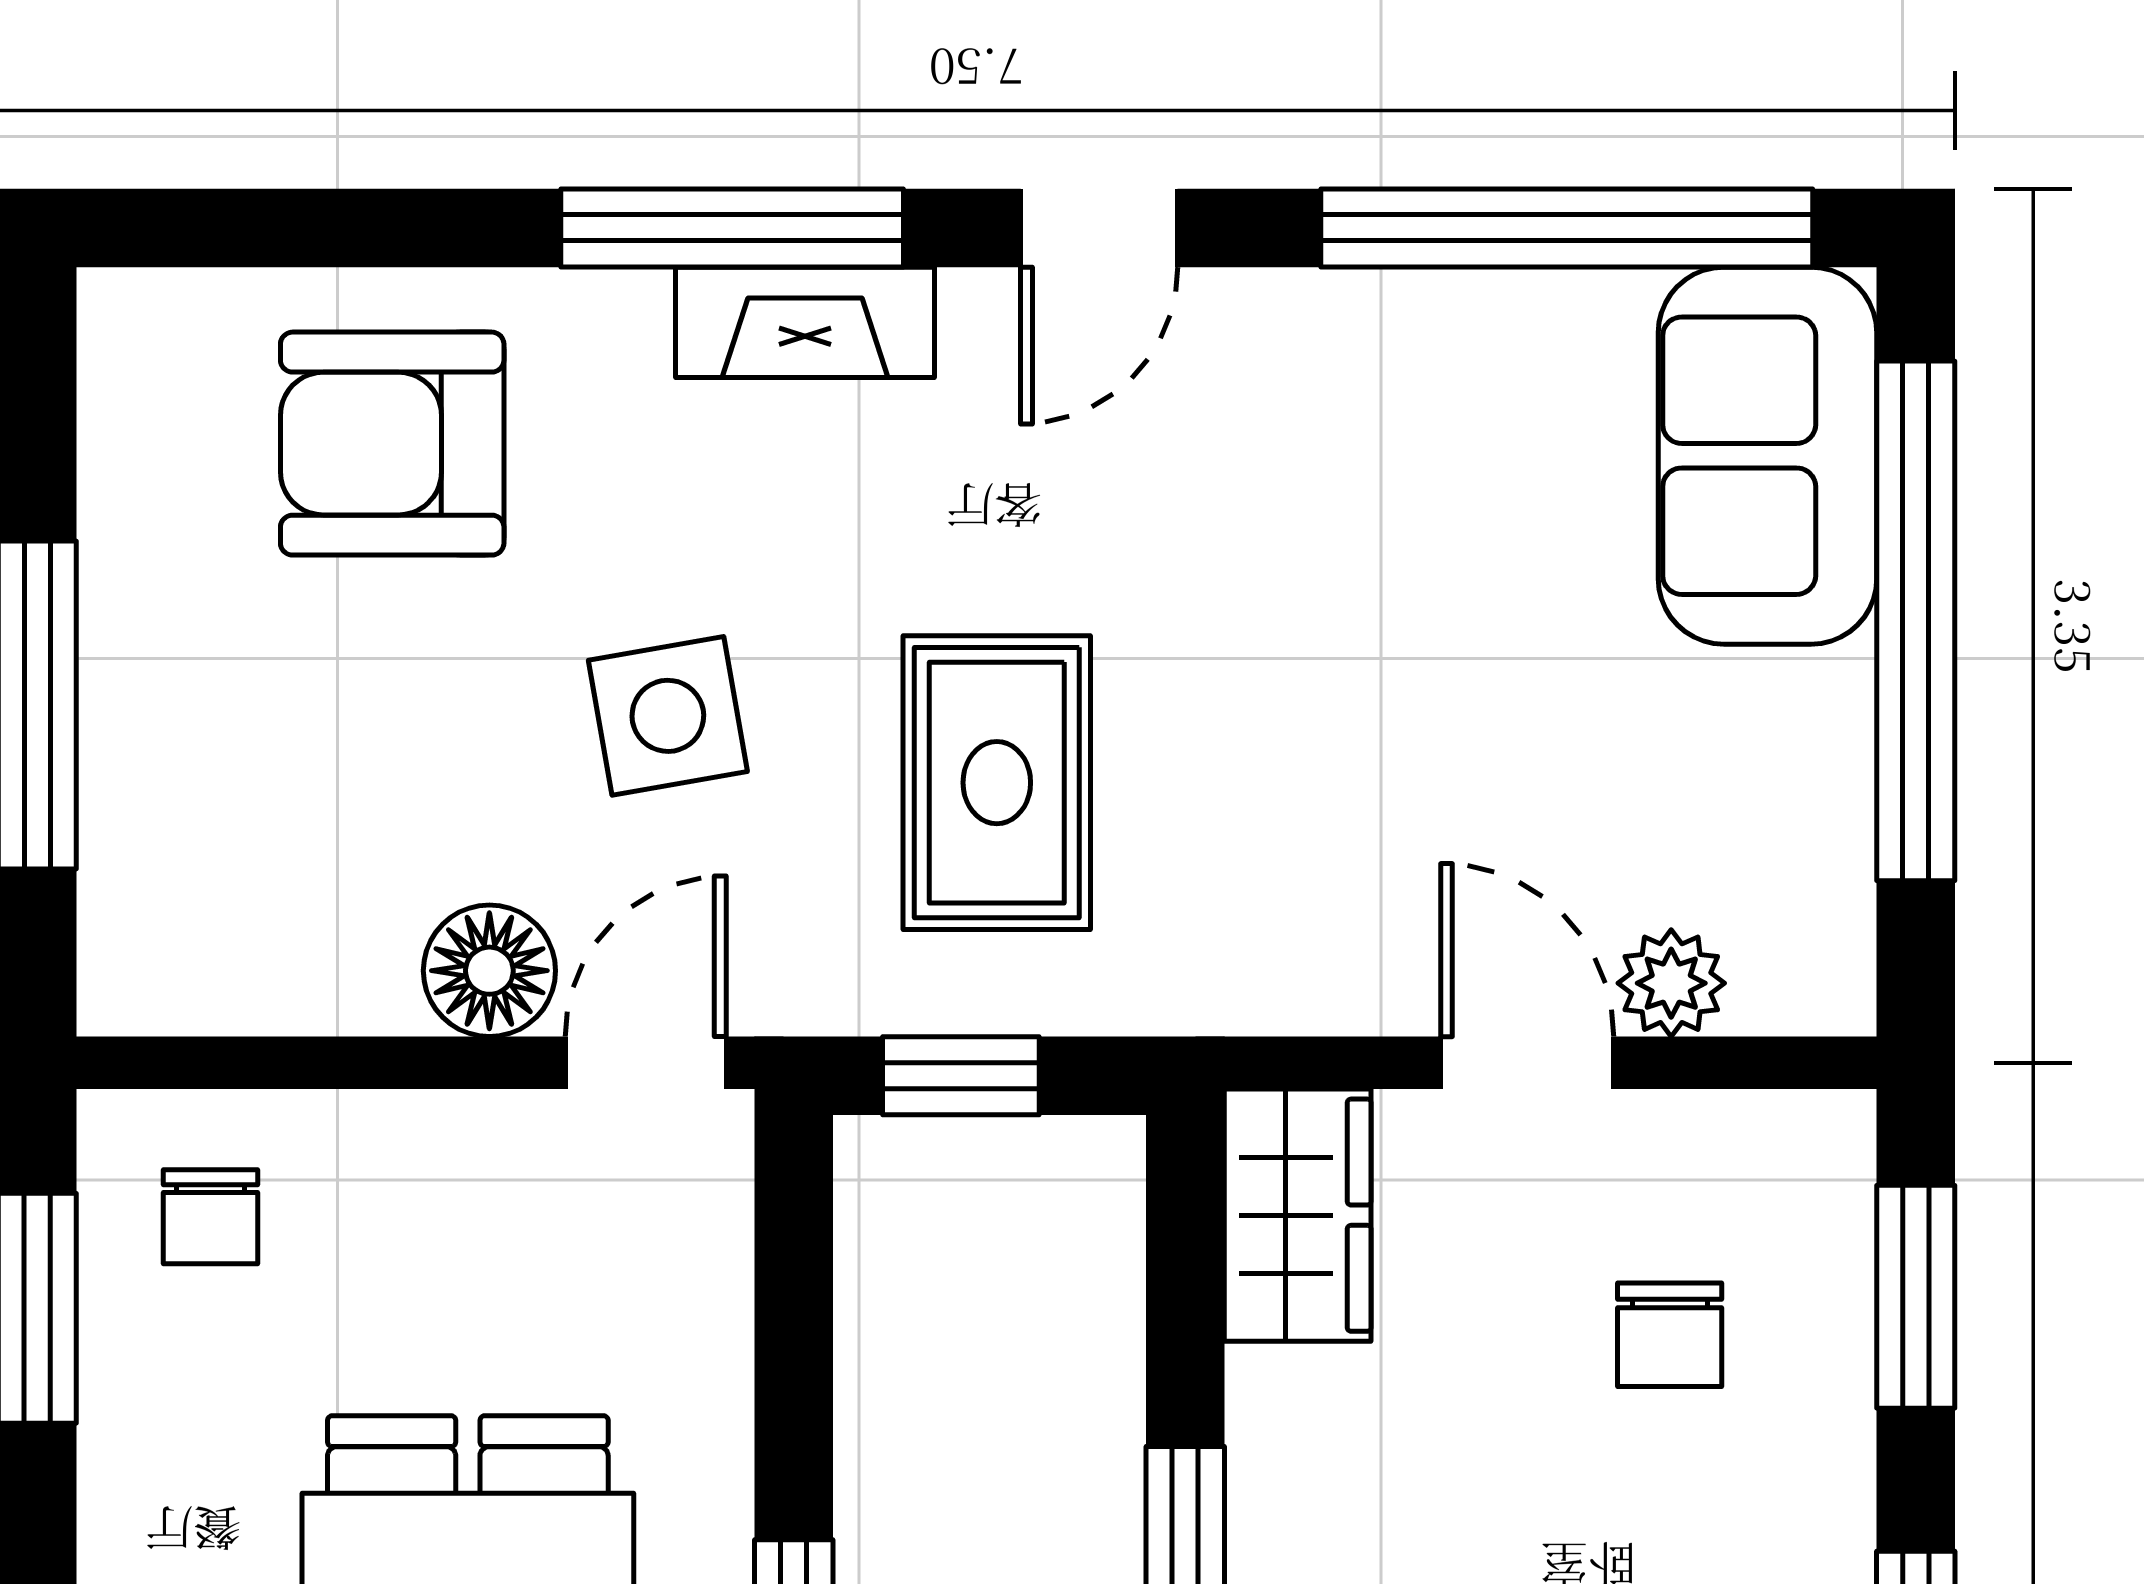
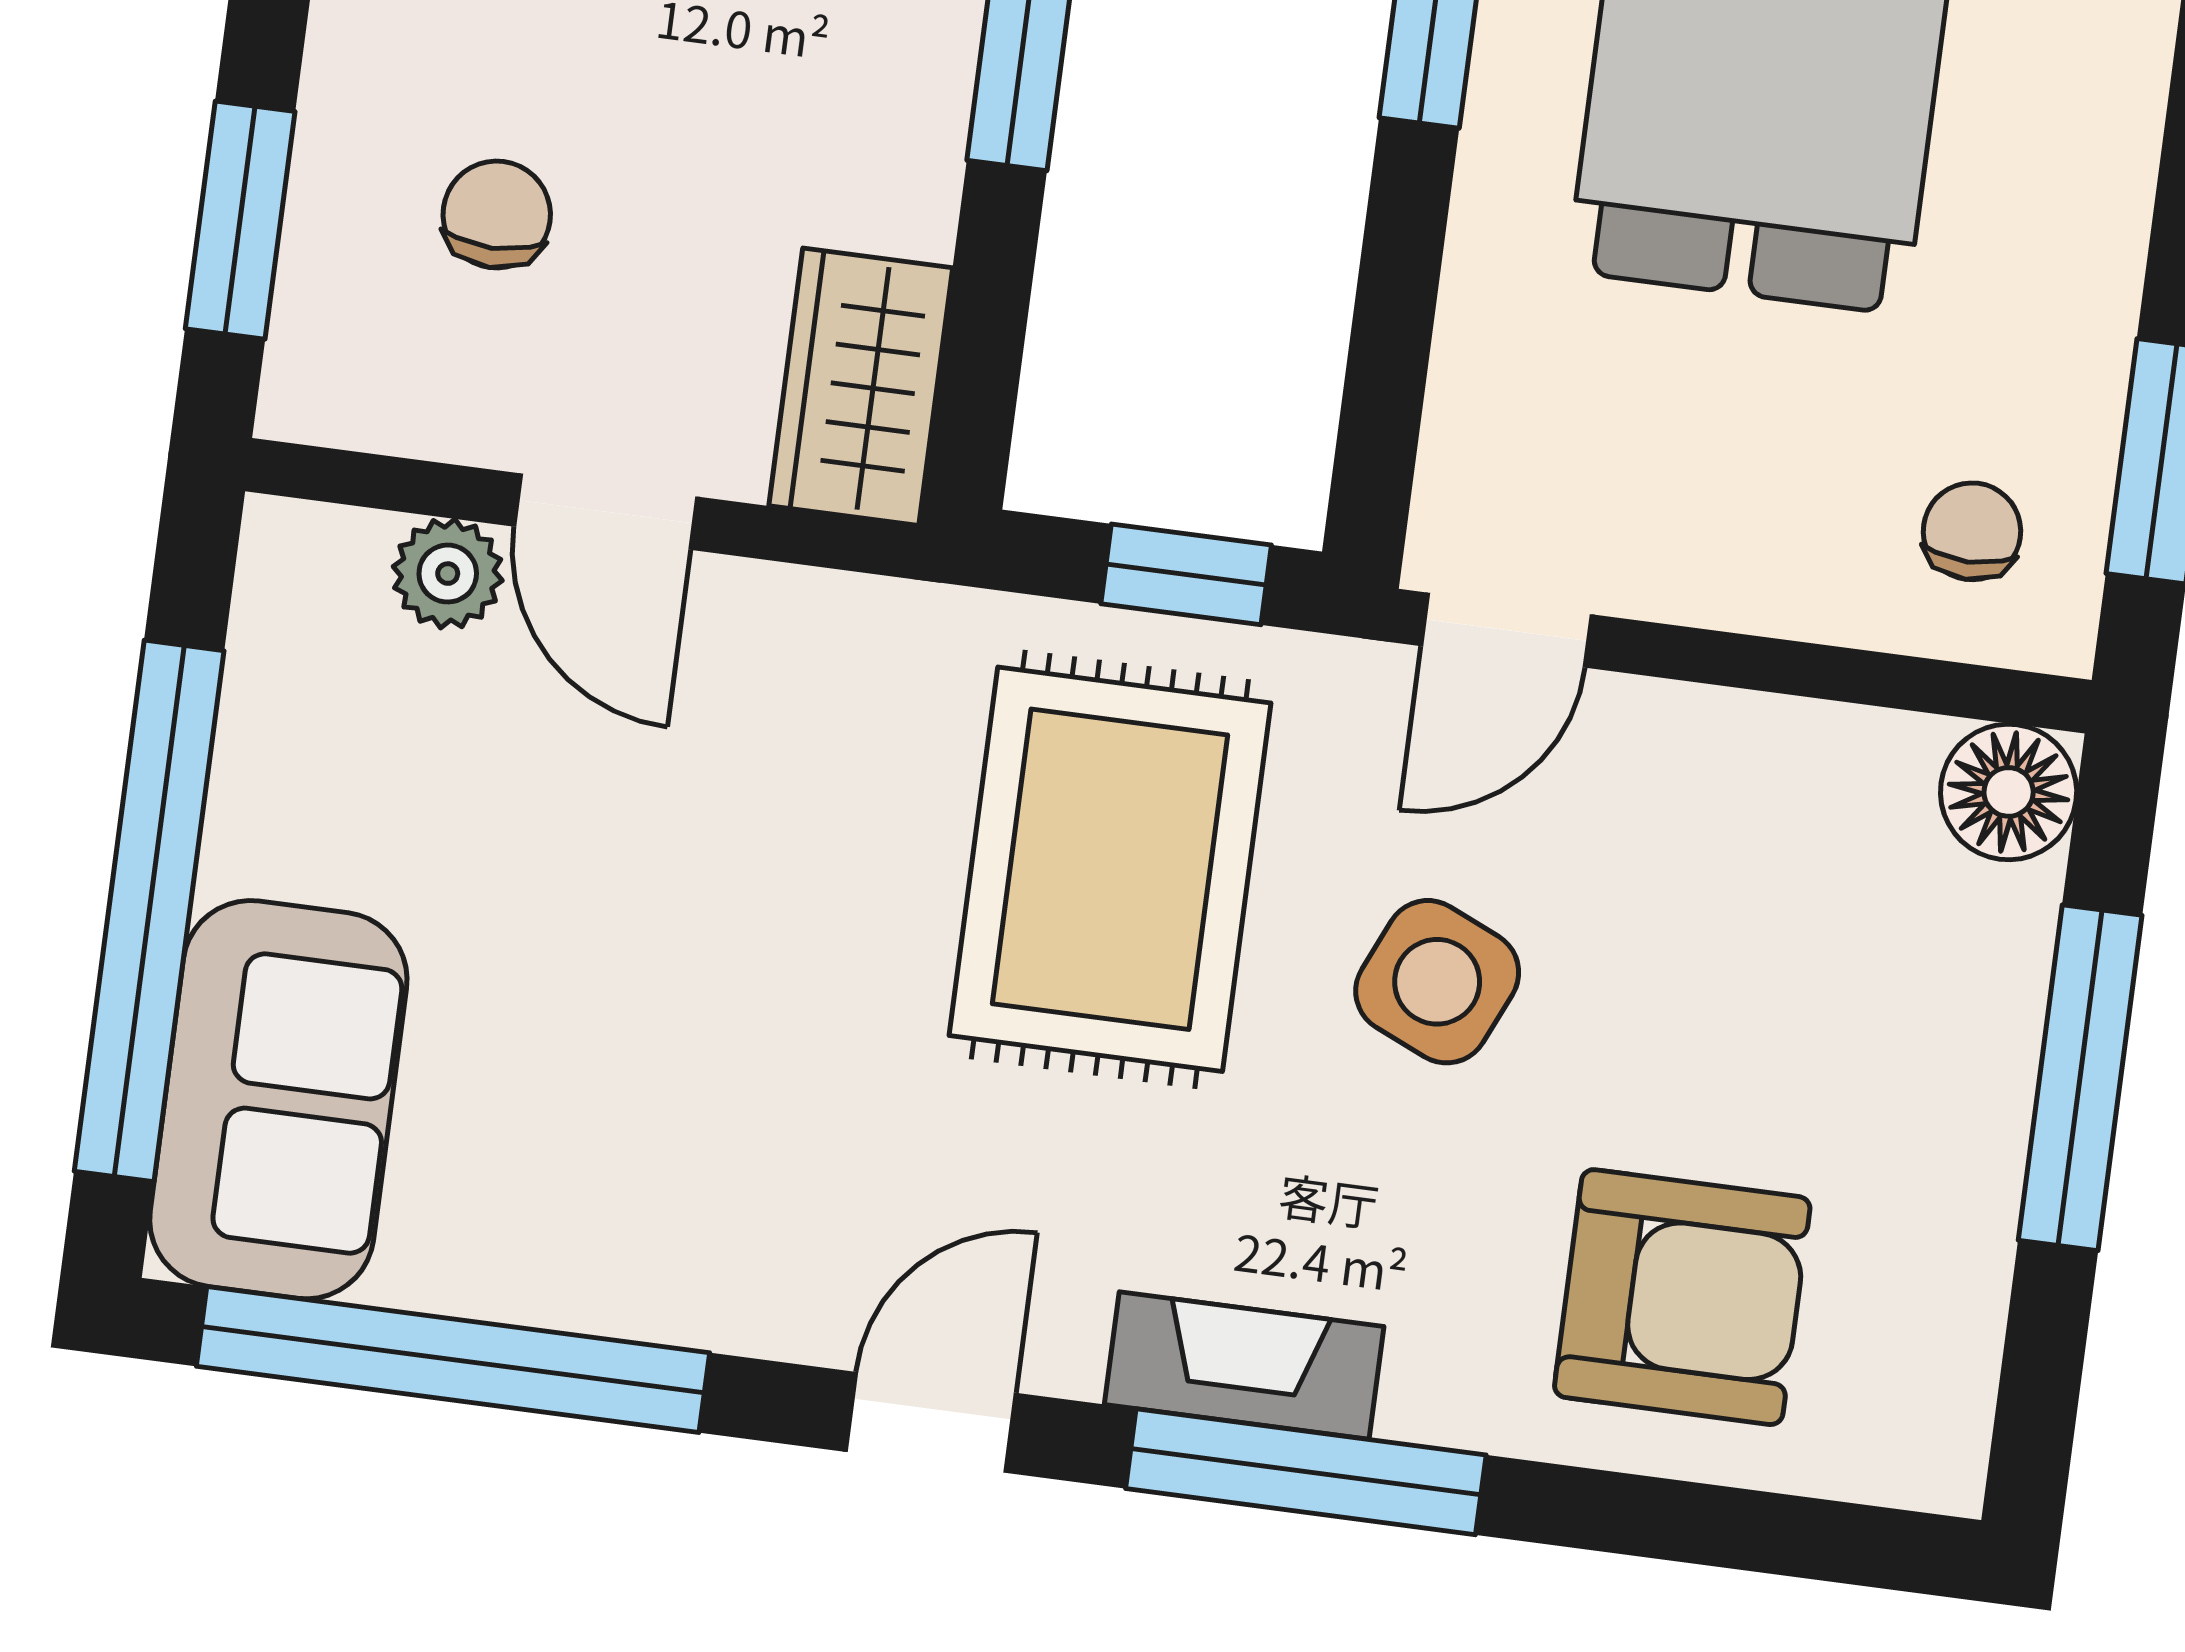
side table: (668, 716) -> (1437, 982), turned 34
rug: (997, 783) -> (1110, 869), width x1.36, depth x1.43
floor lamp: (489, 971) -> (2009, 792), moved

